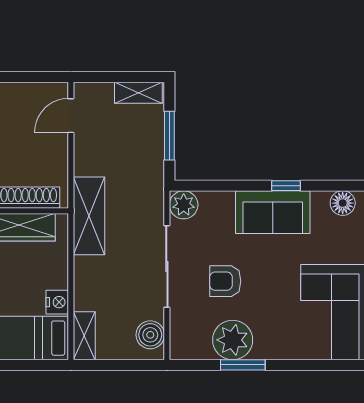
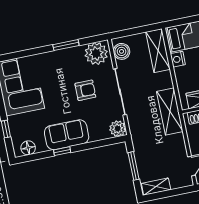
shelving: (84, 336) -> (158, 51), width x1.50, depth x1.33
plant: (233, 340) -> (96, 54), moved

